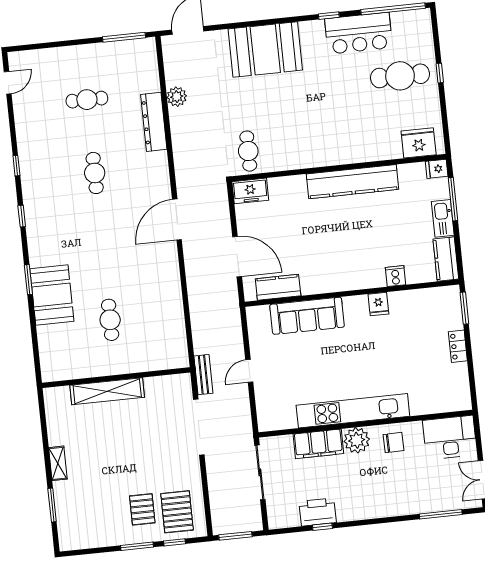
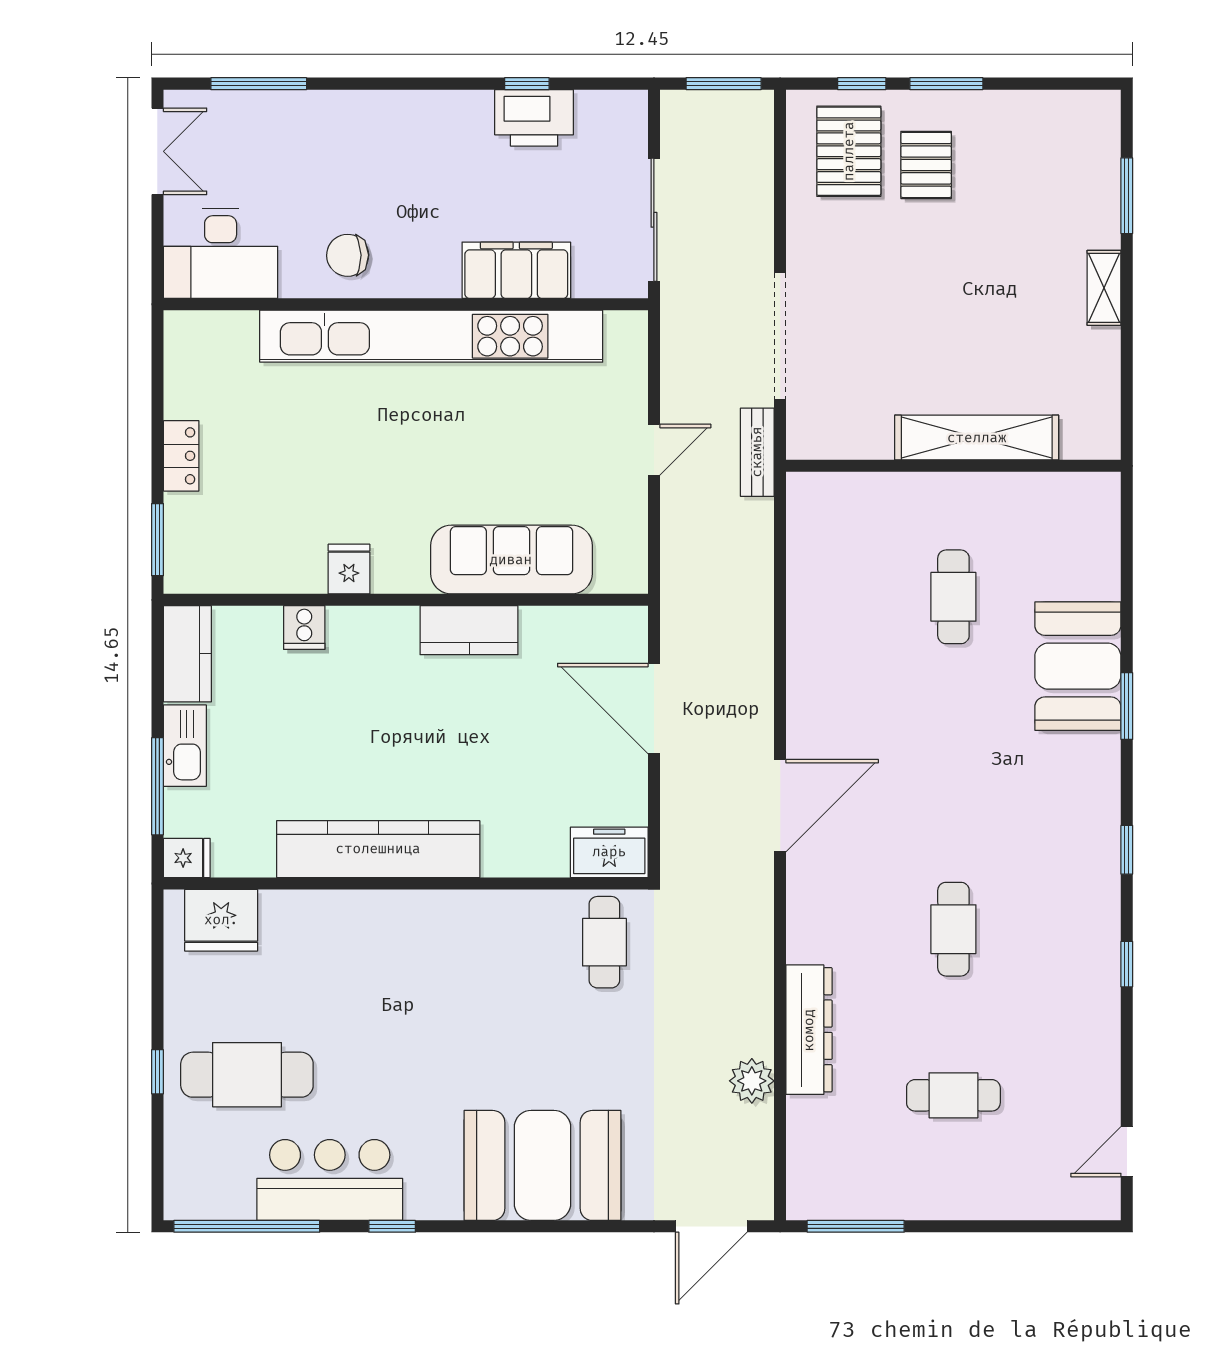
kitchen counter: (278, 287) -> (469, 630), moved
kitchen unit: (353, 411) -> (431, 336), width x1.36
plant: (357, 440) -> (430, 269), removed

